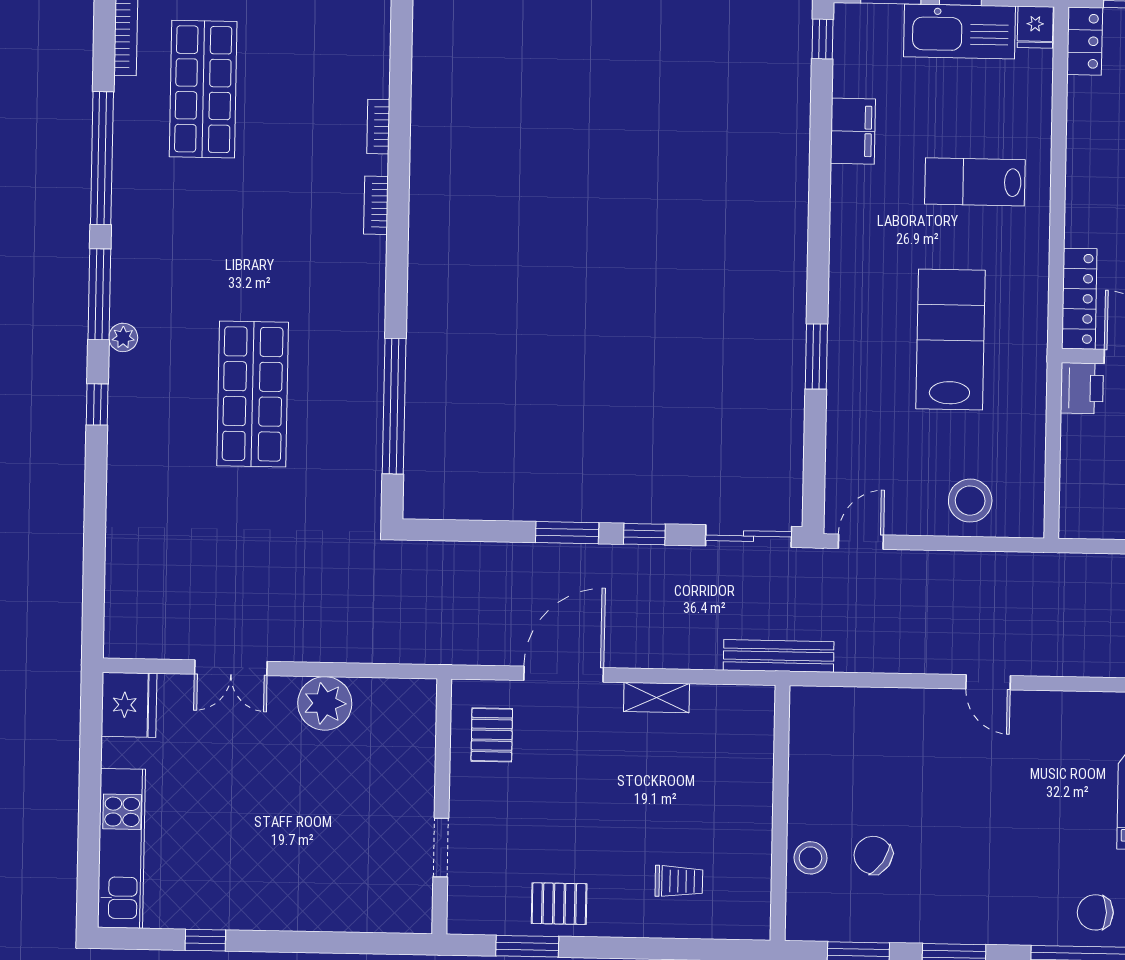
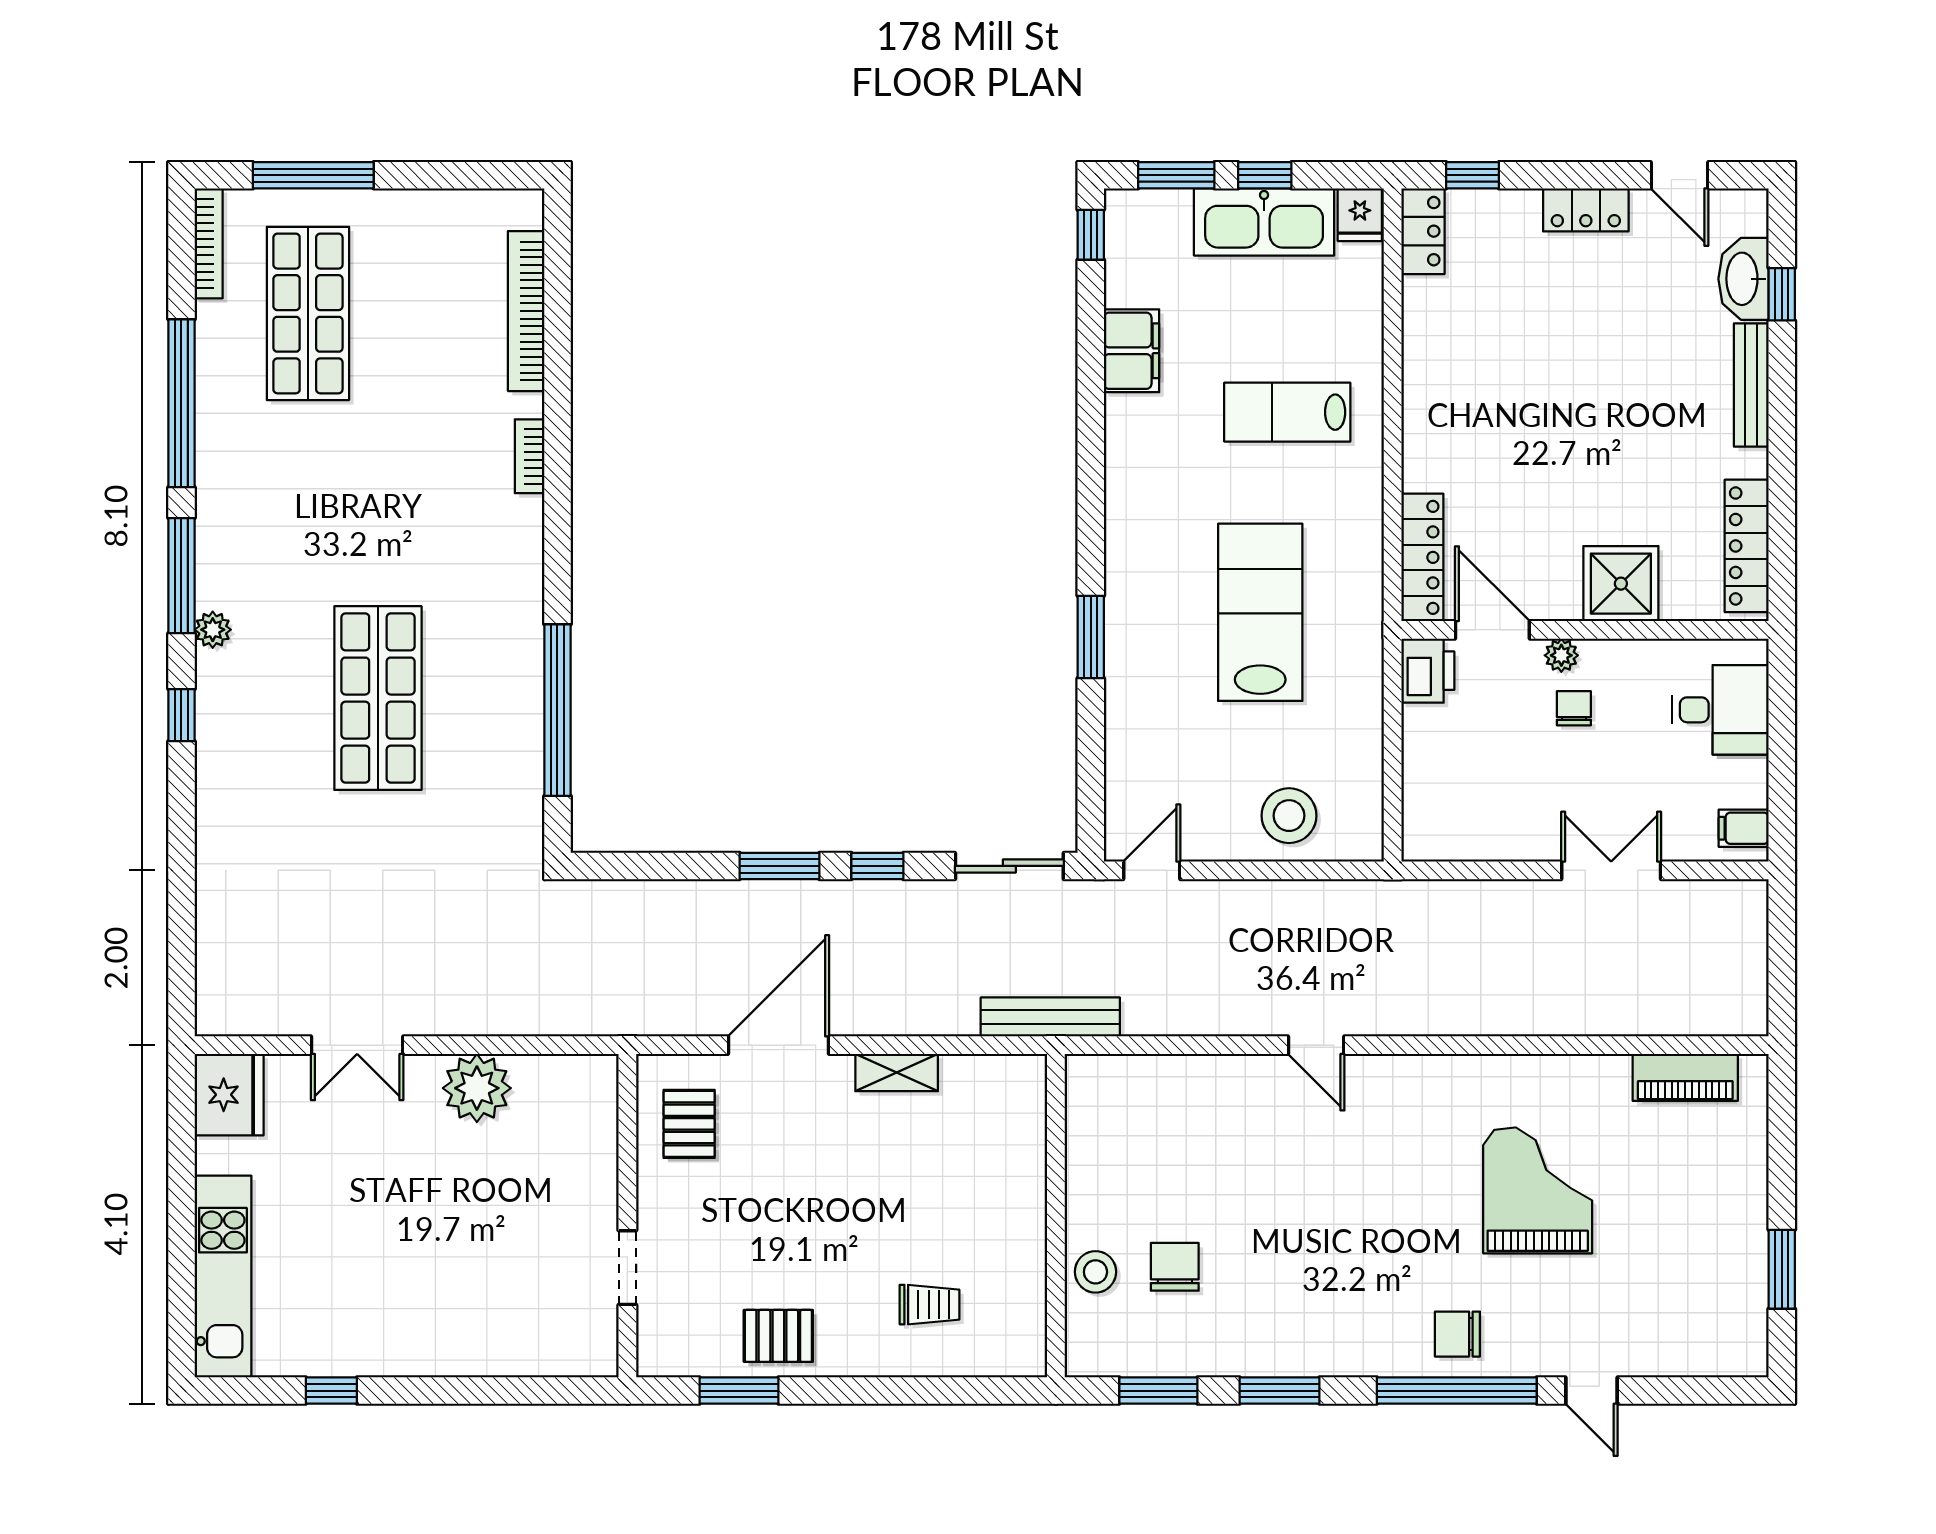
bookcase: (378, 127) -> (526, 311), width x2.31, depth x1.31
chair: (873, 855) -> (1175, 1267), turned 56

